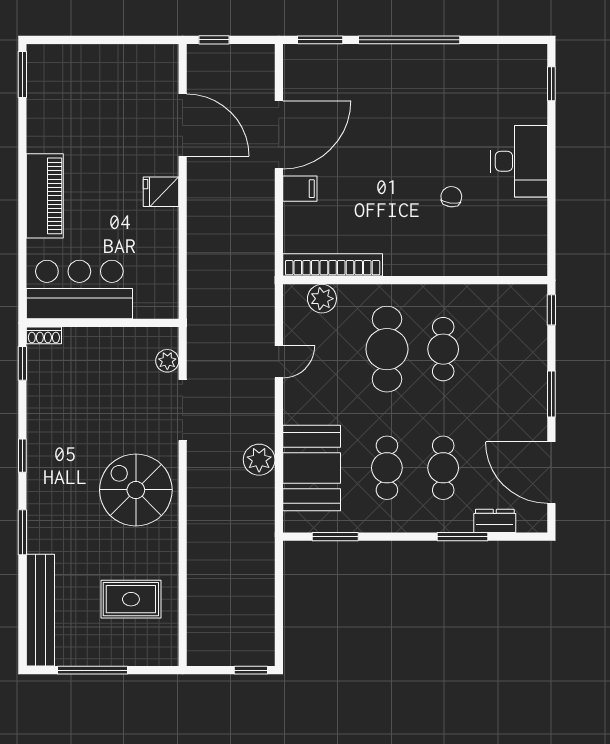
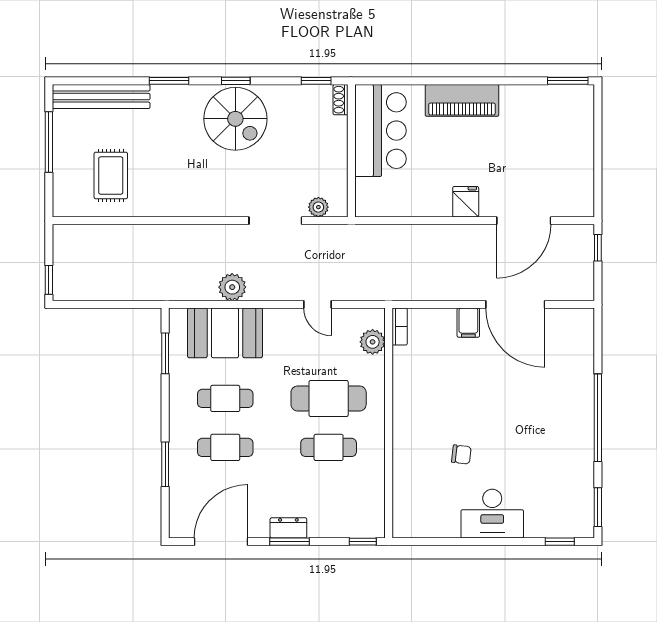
window: (320, 40) -> (598, 507), moved
bookcase: (333, 265) -> (400, 327), width x0.43, depth x0.76
spiral stairs: (136, 490) -> (235, 119), moved, turned 90
dresser: (495, 521) -> (288, 528), moved, turned -90

